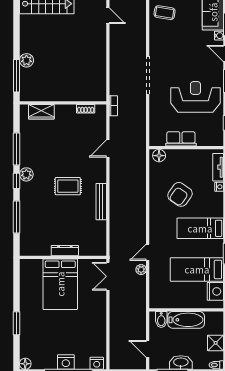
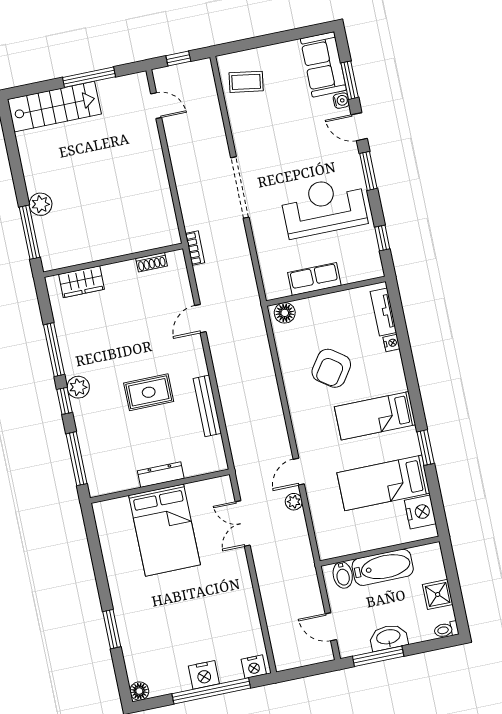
dresser: (65, 251) -> (161, 475), moved
wall: (63, 257) -> (160, 486), moved
bed: (60, 284) -> (165, 530), moved

